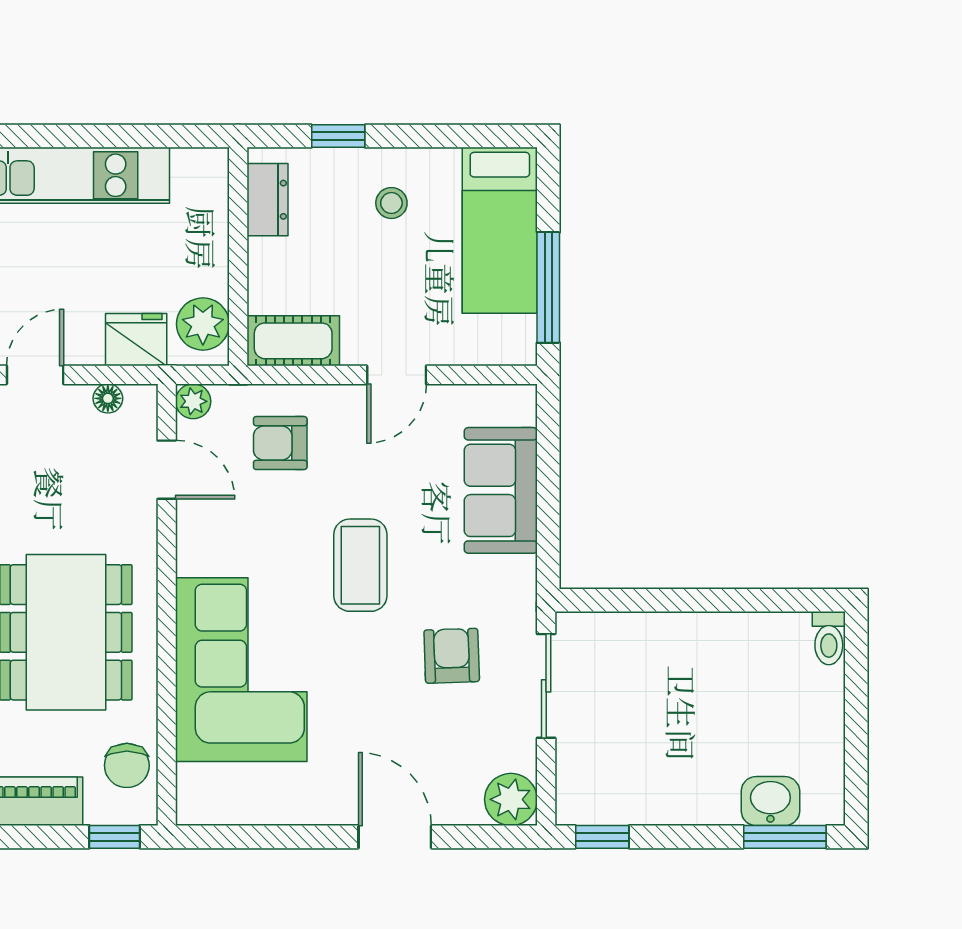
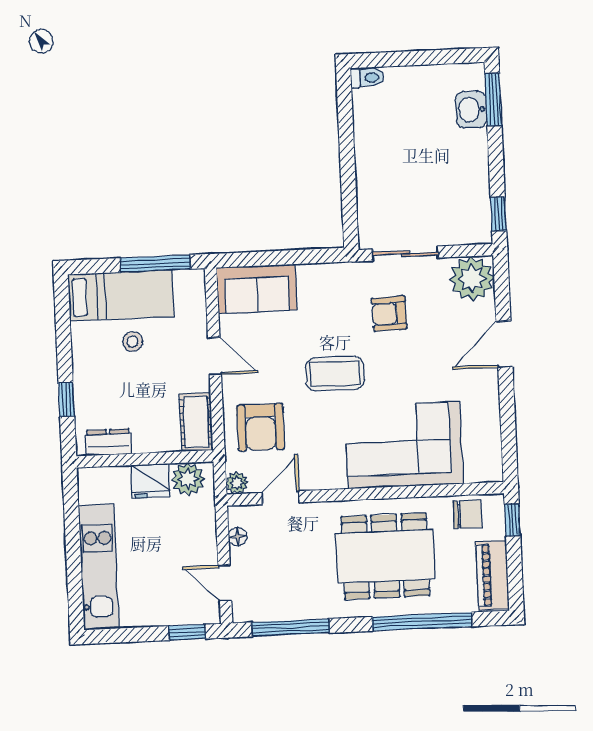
stool: (391, 203) -> (133, 342), moved
fridge: (136, 340) -> (150, 481), moved, turned -90
armchair: (280, 443) -> (261, 427), width x1.38, depth x1.38
sofa: (501, 490) -> (257, 289), moved
plant: (511, 799) -> (472, 279), width x1.36, depth x1.36

